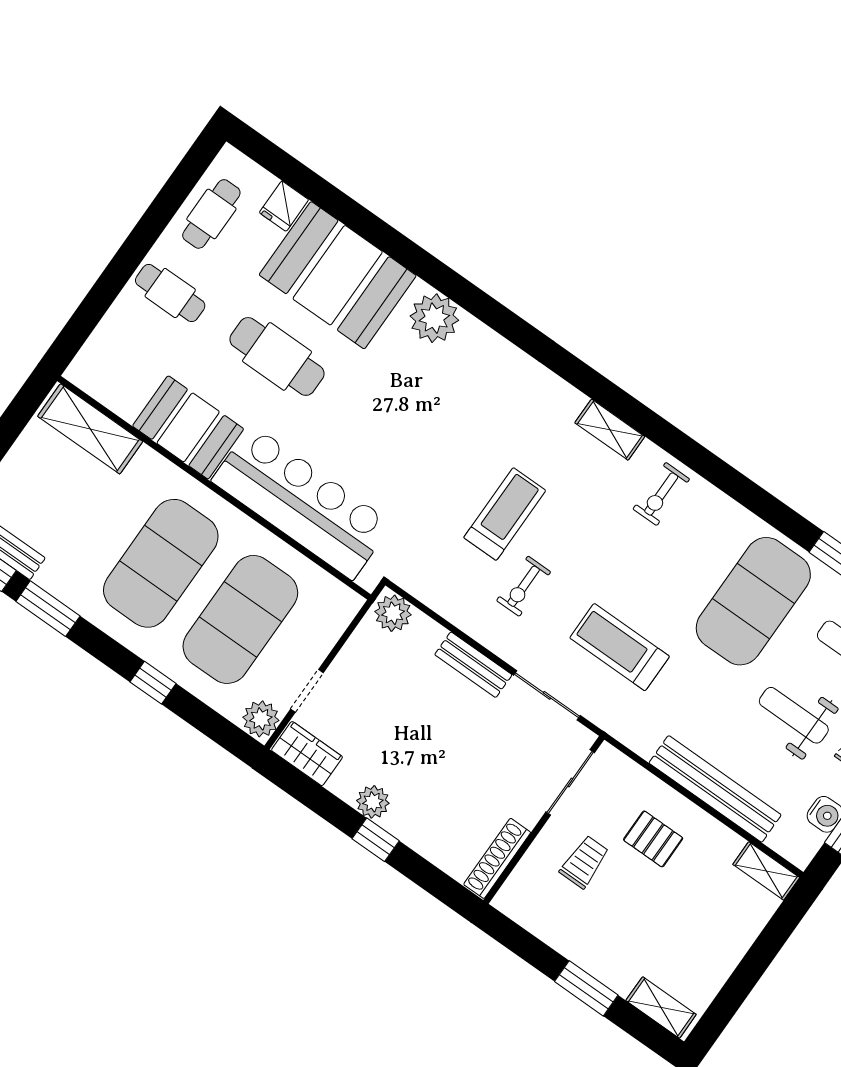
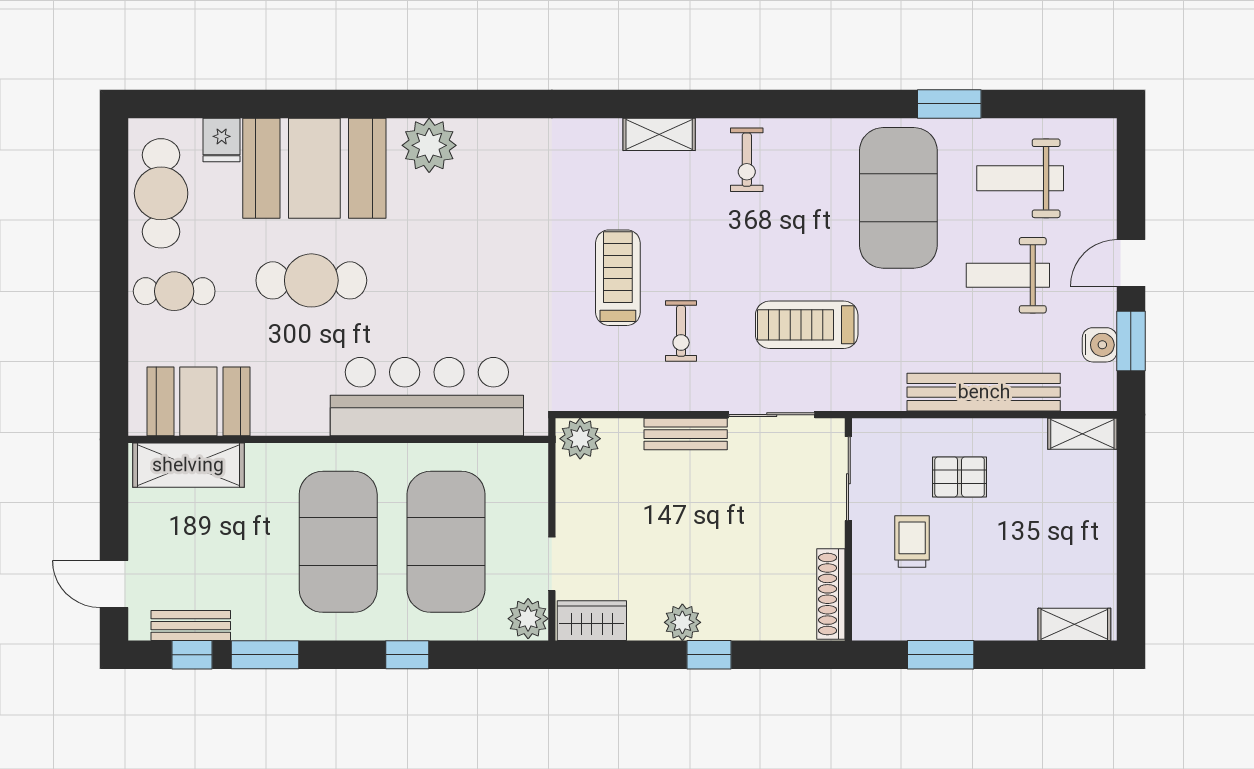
cafe table: (211, 214) -> (161, 193), width x1.37, depth x1.35
booth: (188, 427) -> (198, 401), moved
window: (586, 988) -> (941, 655), moved

